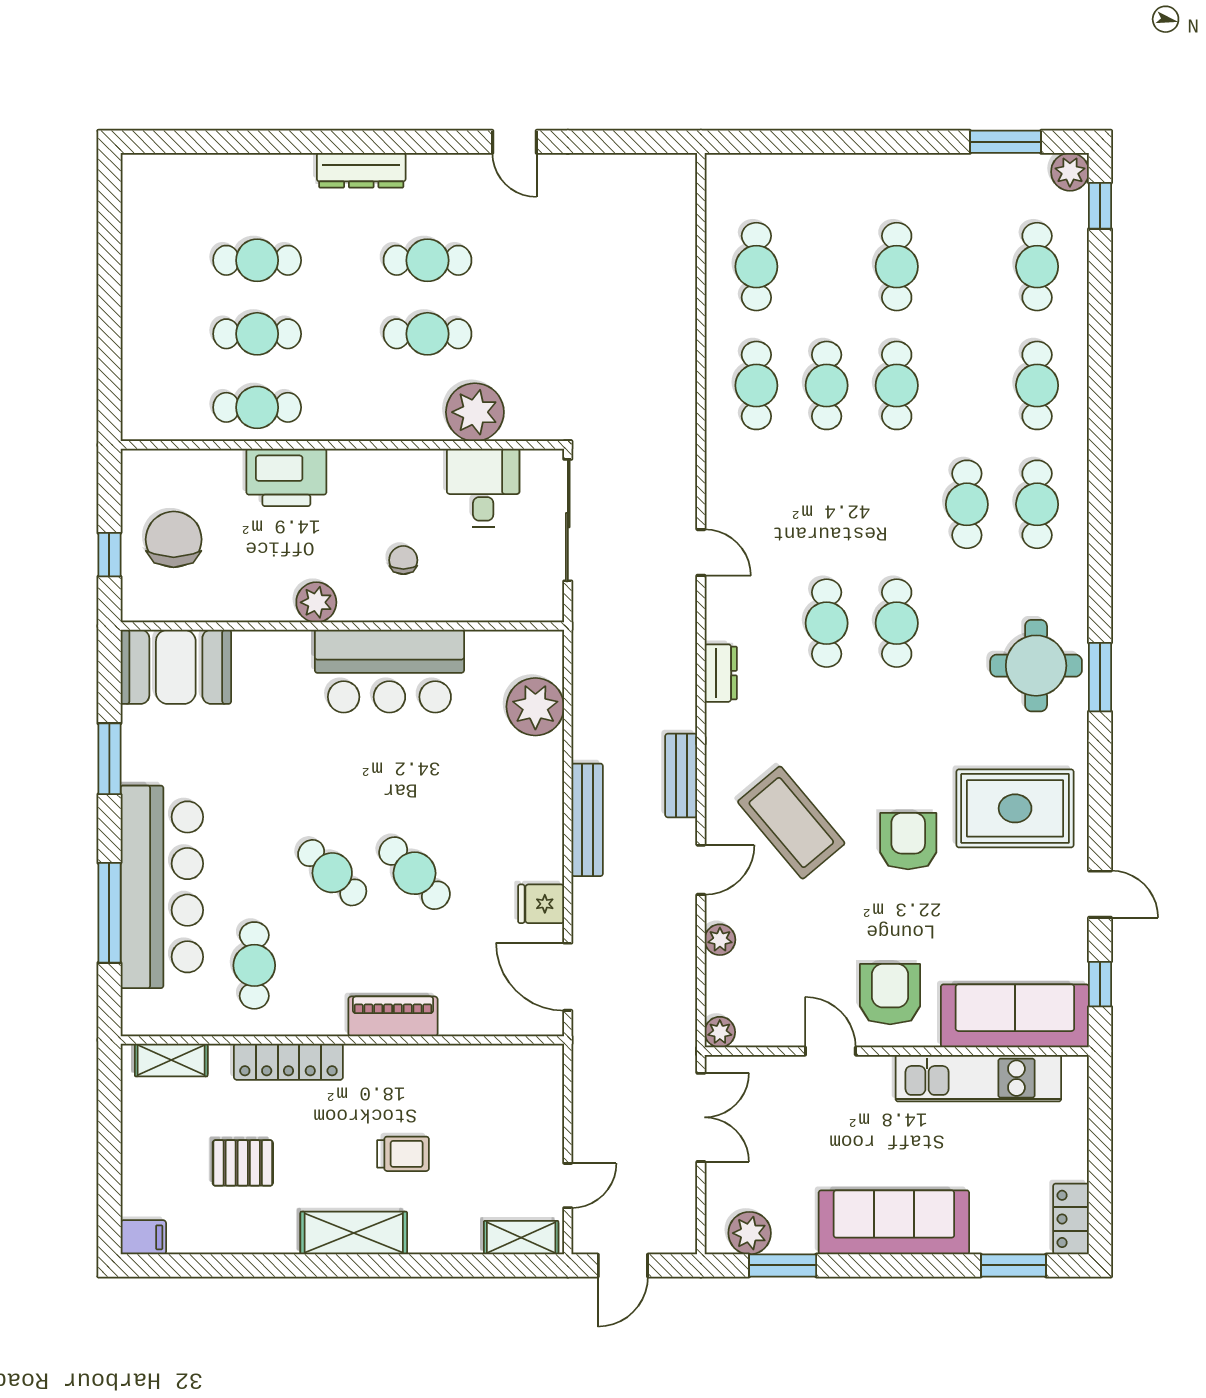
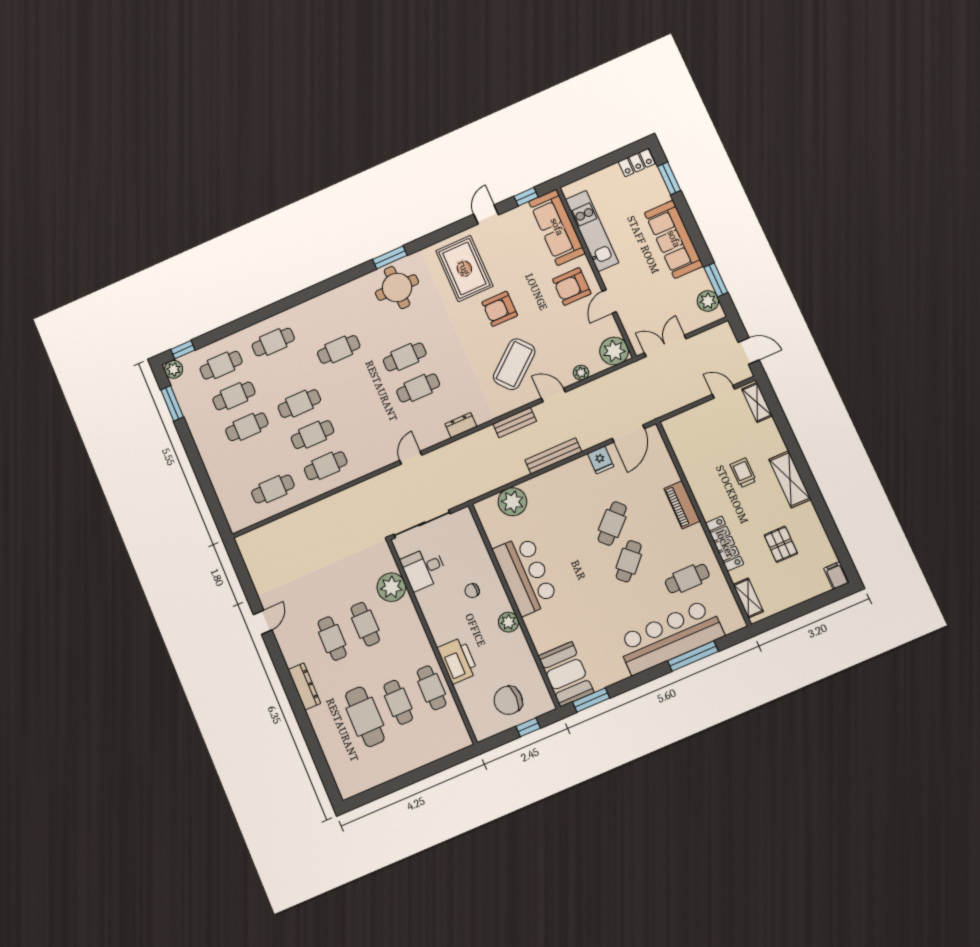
cafe table: (257, 260) -> (365, 717), width x1.37, depth x1.35
cafe table: (1037, 504) -> (234, 396), moved
window: (109, 759) -> (591, 700), moved
plant: (720, 1032) -> (614, 351), width x1.87, depth x1.87

